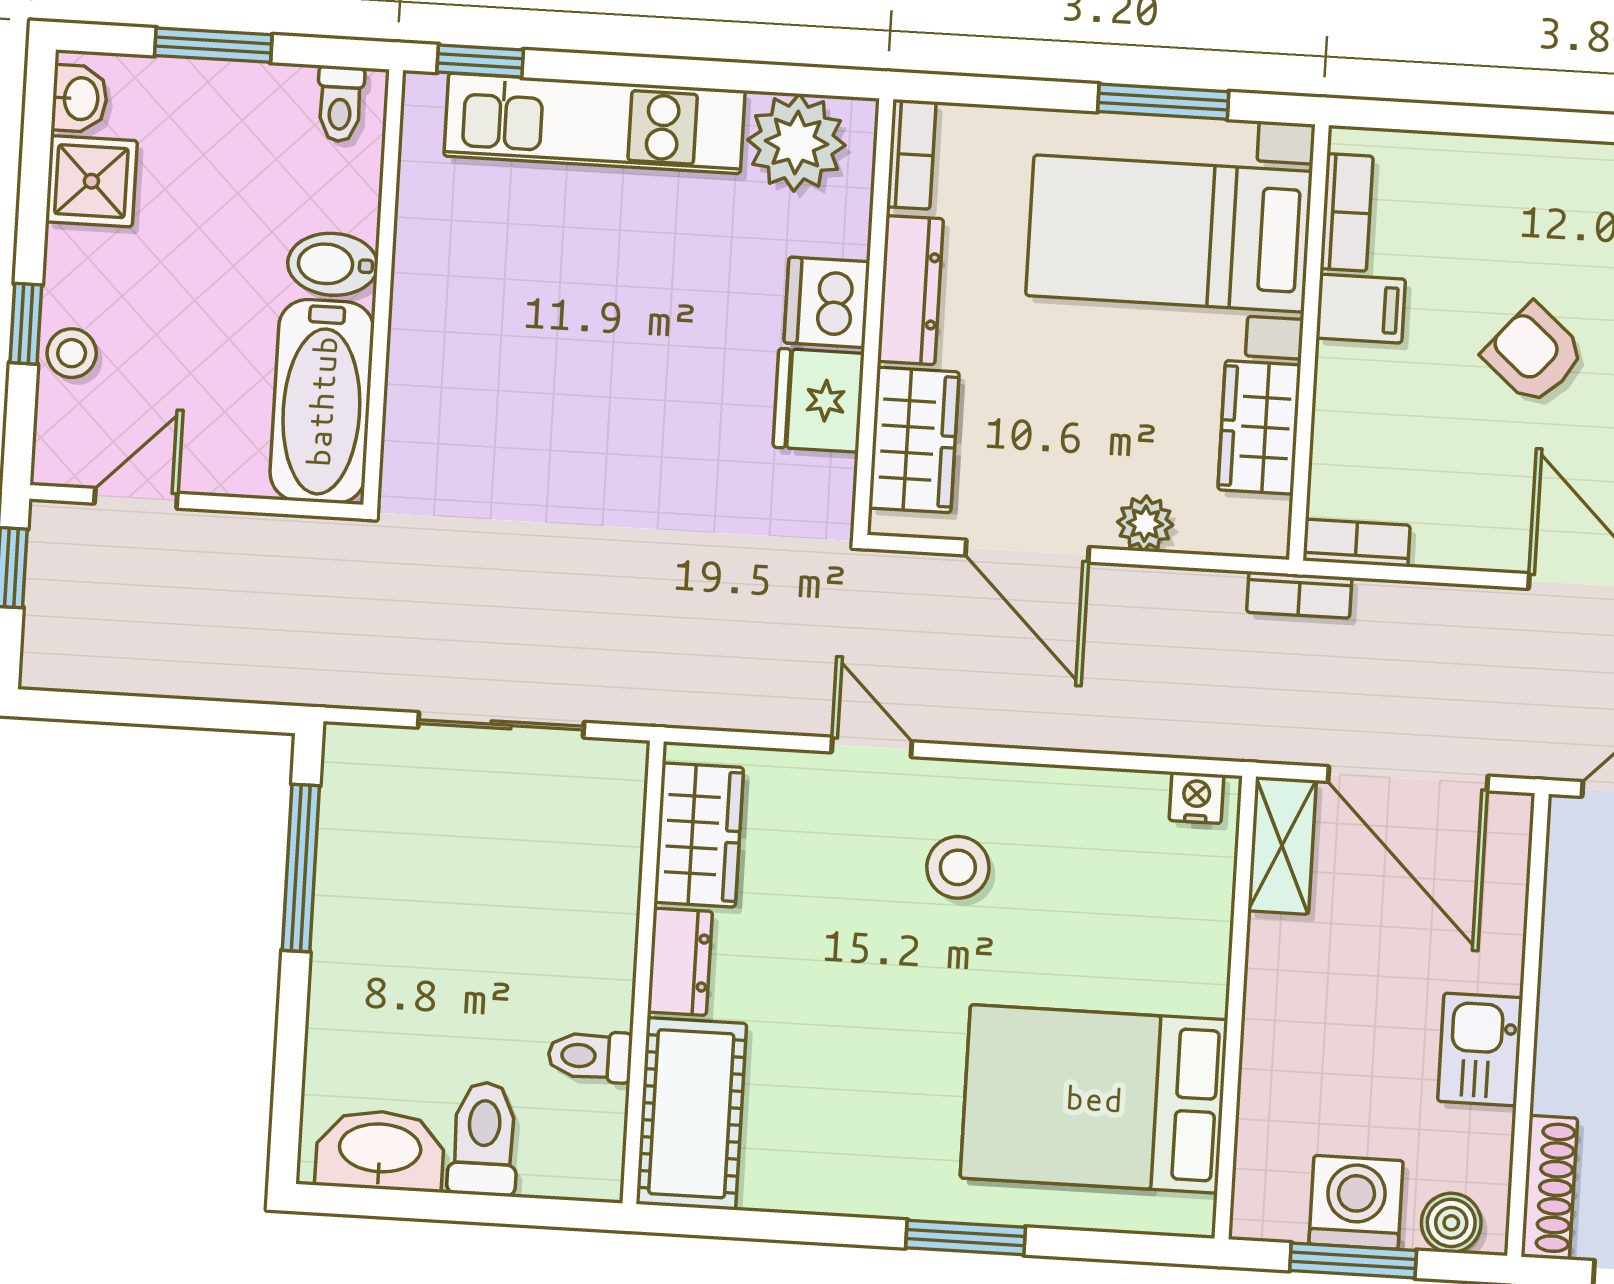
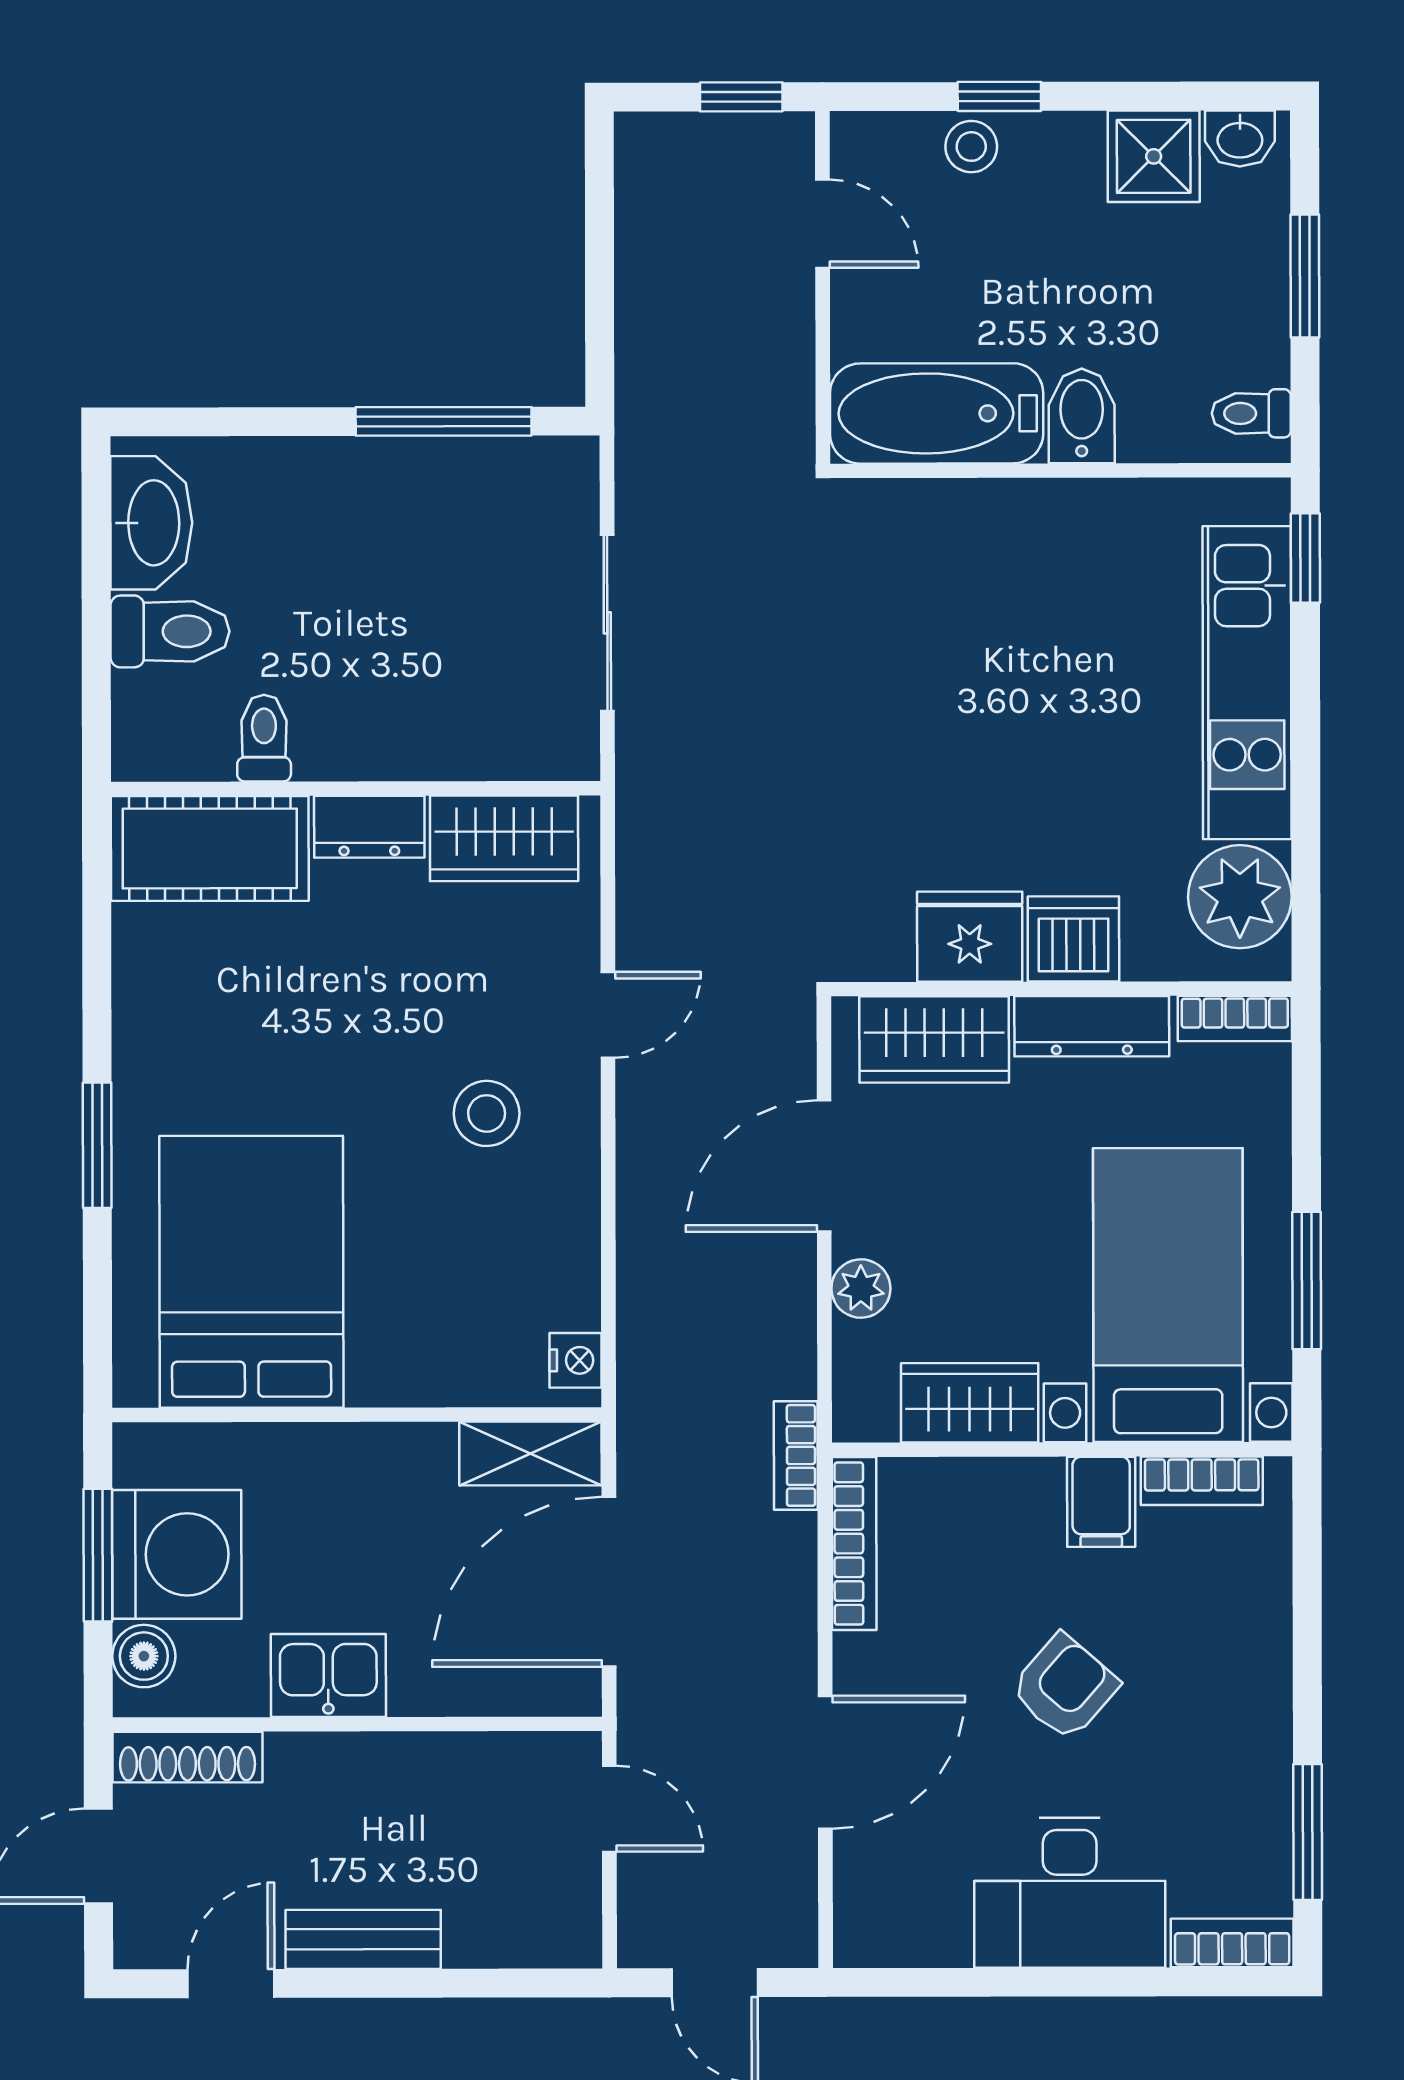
bookcase: (1356, 543) -> (854, 1544), width x1.56
washing machine: (1356, 1202) -> (177, 1554), width x1.37, depth x1.37

